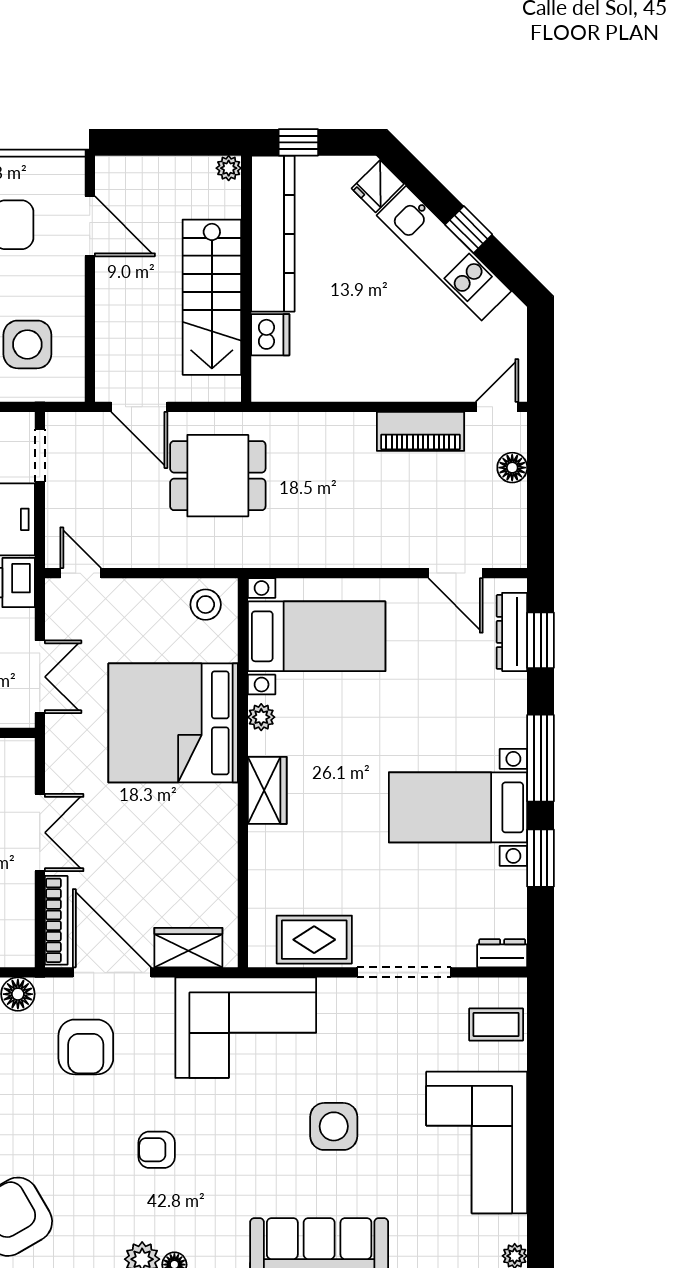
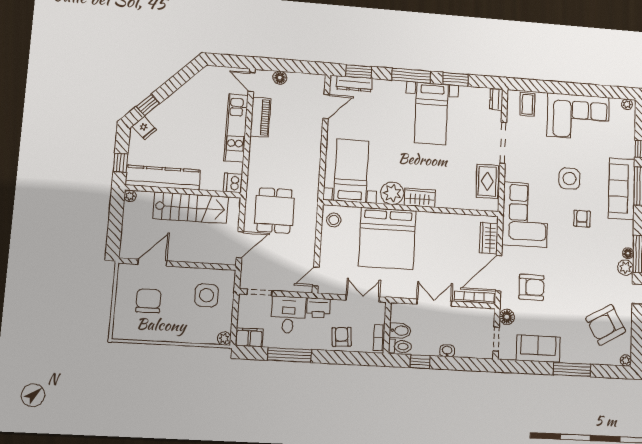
window: (469, 229) -> (148, 105), moved
kitchen unit: (444, 253) -> (236, 128), moved, turned 135
dishwasher: (270, 335) -> (233, 183), moved, turned -90
plant: (261, 717) -> (392, 193), width x1.88, depth x1.88
armchair: (157, 1150) -> (582, 219), moved, turned 180

